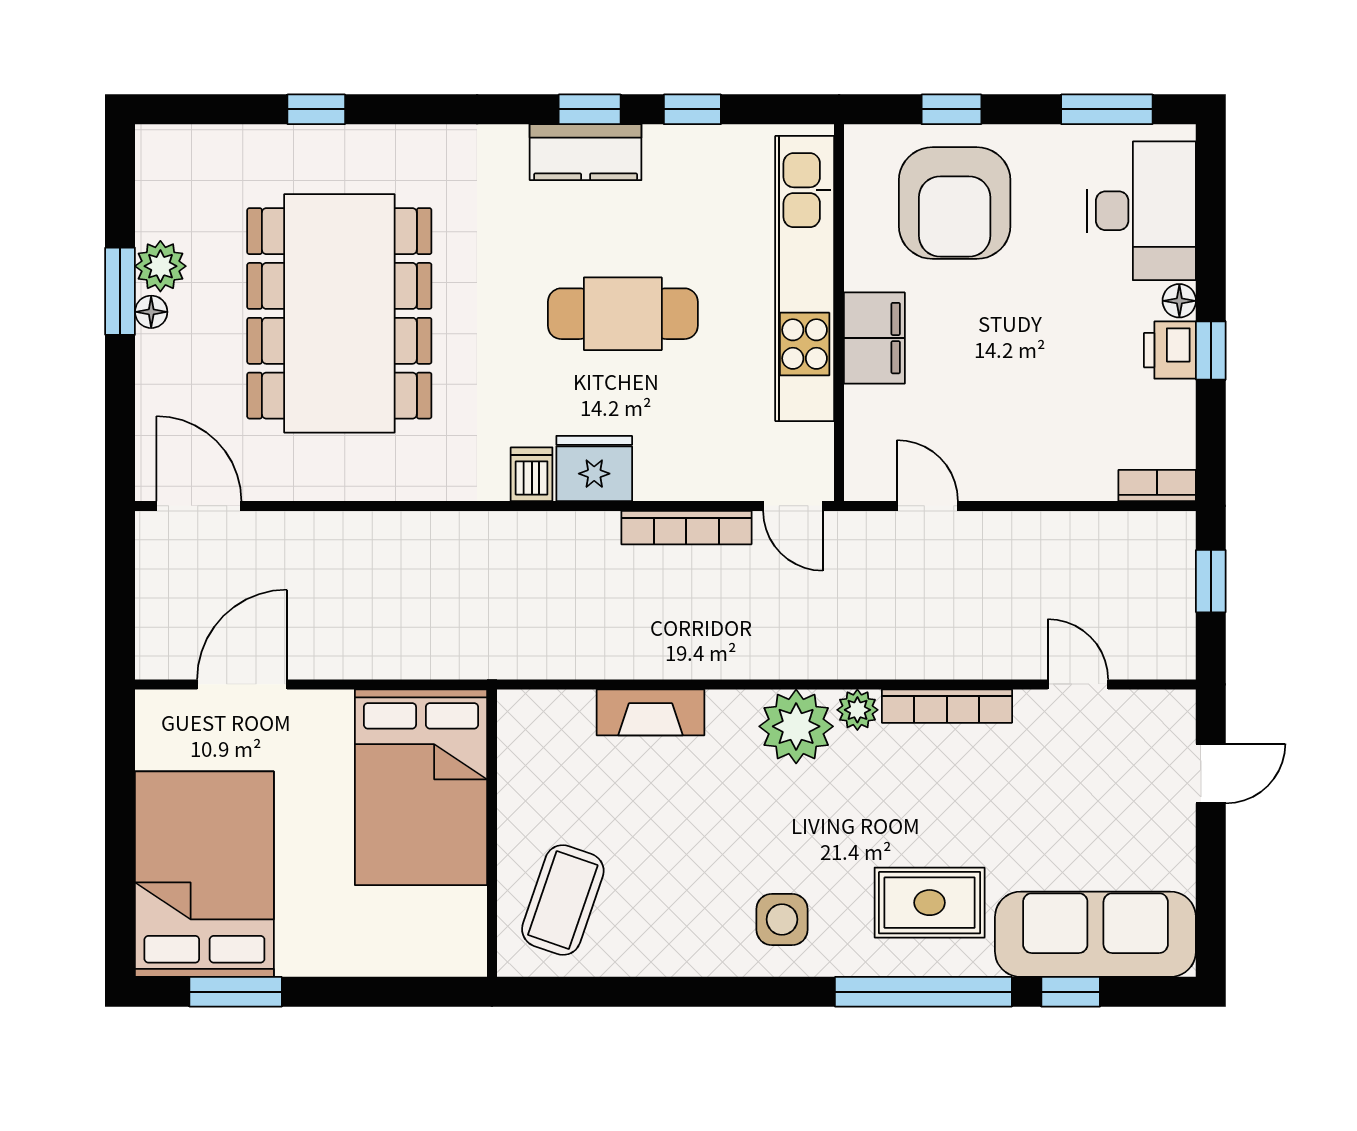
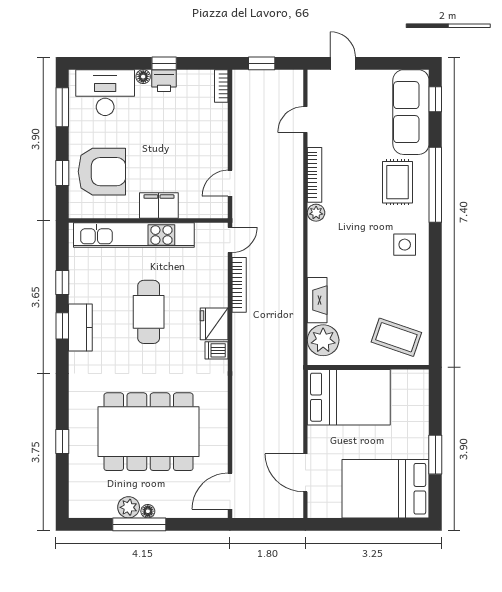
window: (120, 291) -> (139, 524), width x1.44
plant: (796, 726) -> (323, 340), moved
window: (236, 992) -> (435, 455), moved
window: (1071, 992) -> (435, 99), moved

